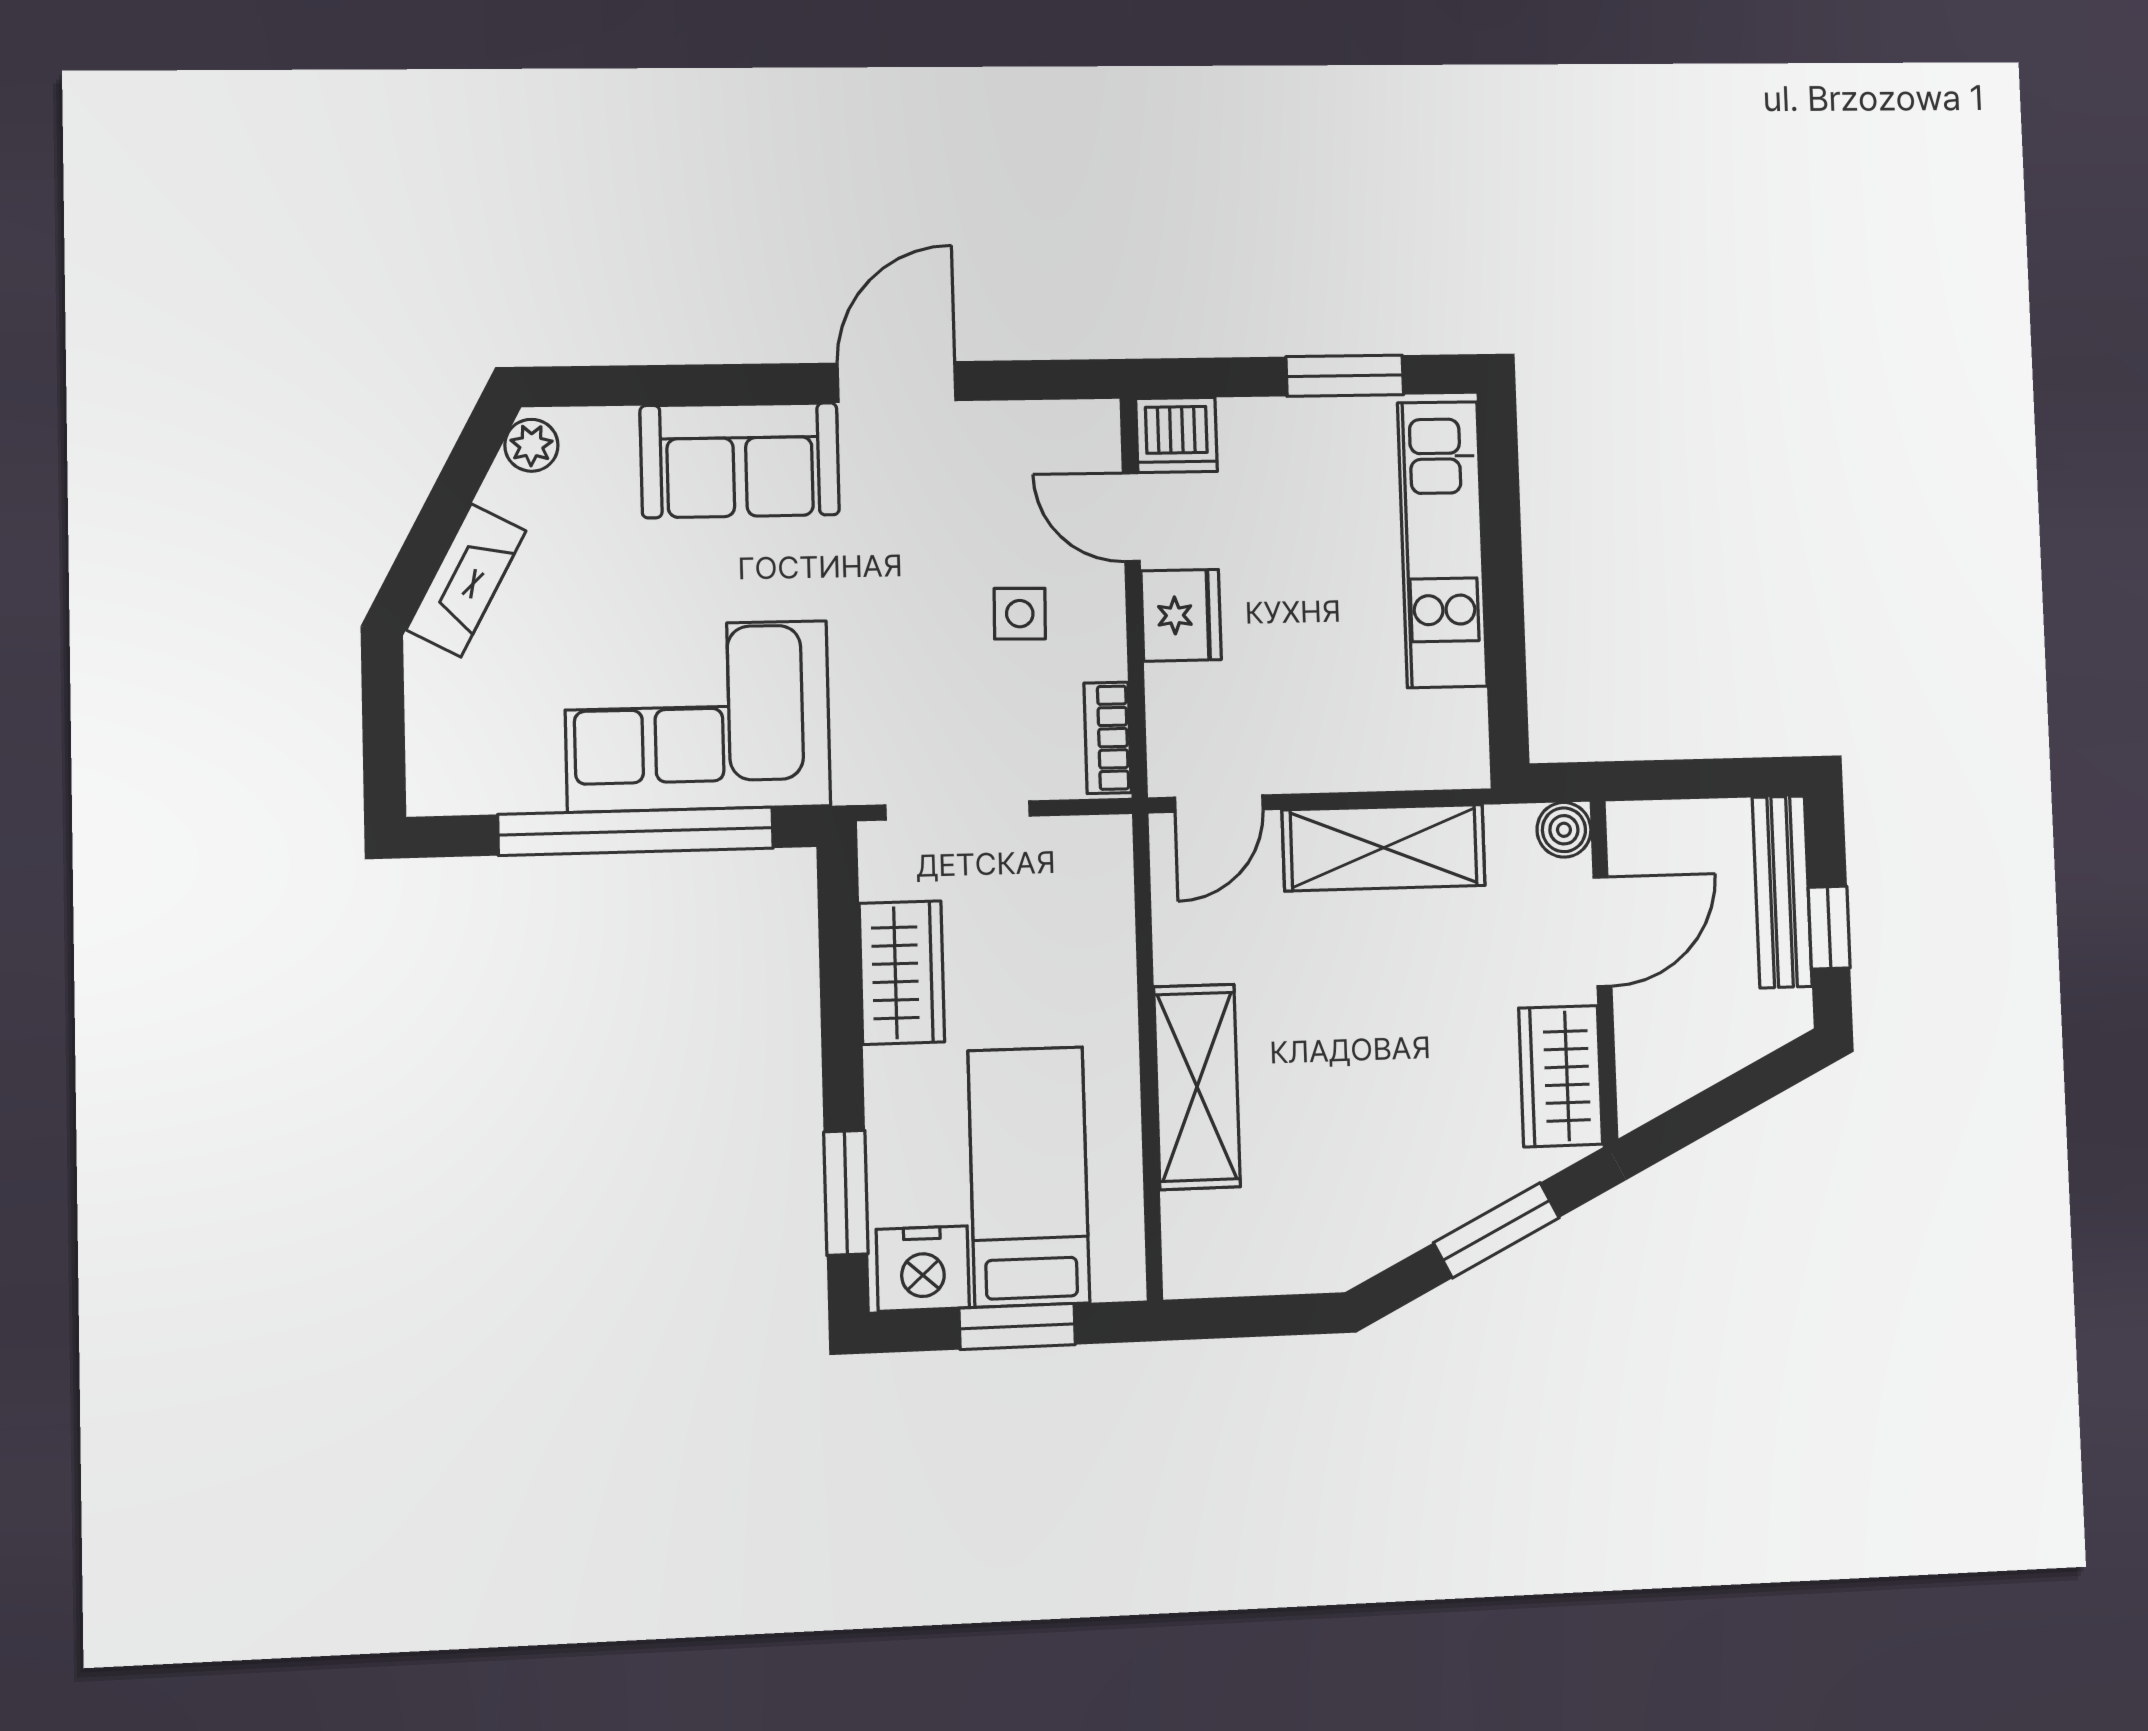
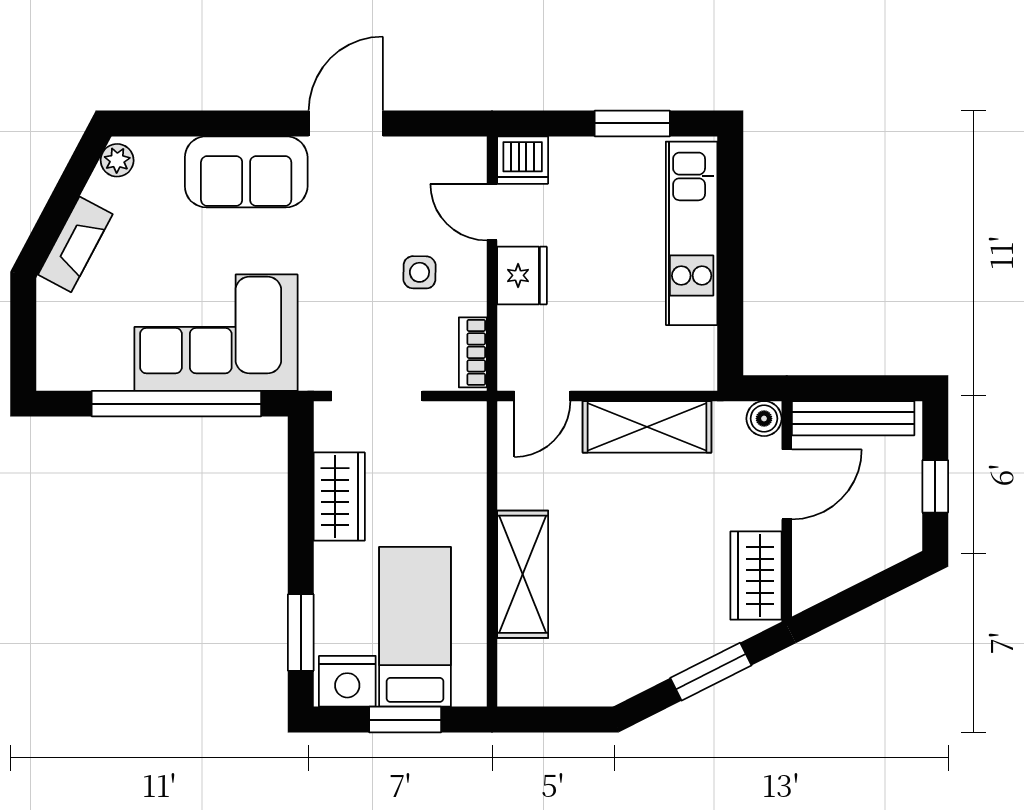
bench: (1782, 892) -> (853, 418), moved, turned 90

